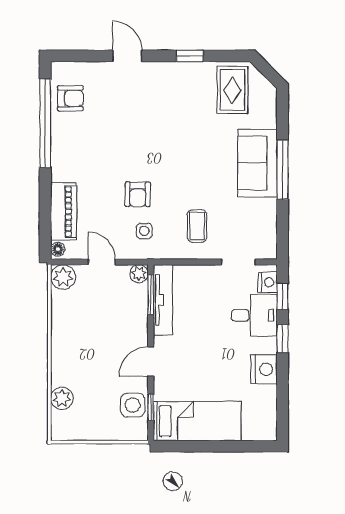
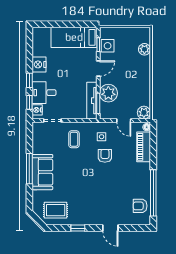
rug: (232, 90) -> (56, 210), turned 90
plant: (139, 274) -> (108, 93), moved, width x1.88, depth x1.88

